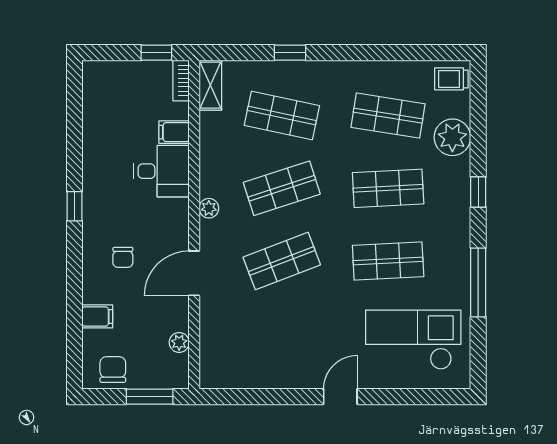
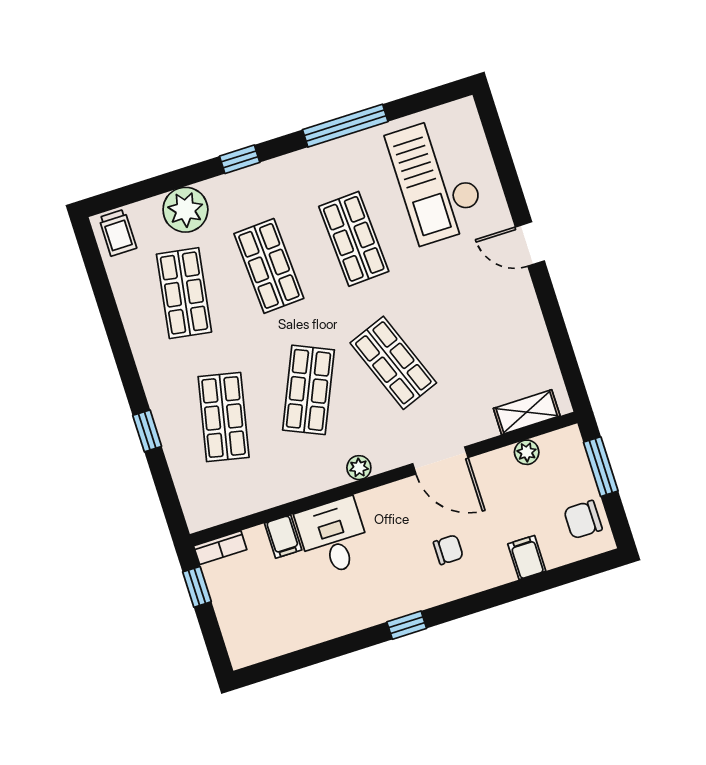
shelving: (210, 85) -> (527, 412), moved
shop shelf: (282, 188) -> (308, 390), turned 42

